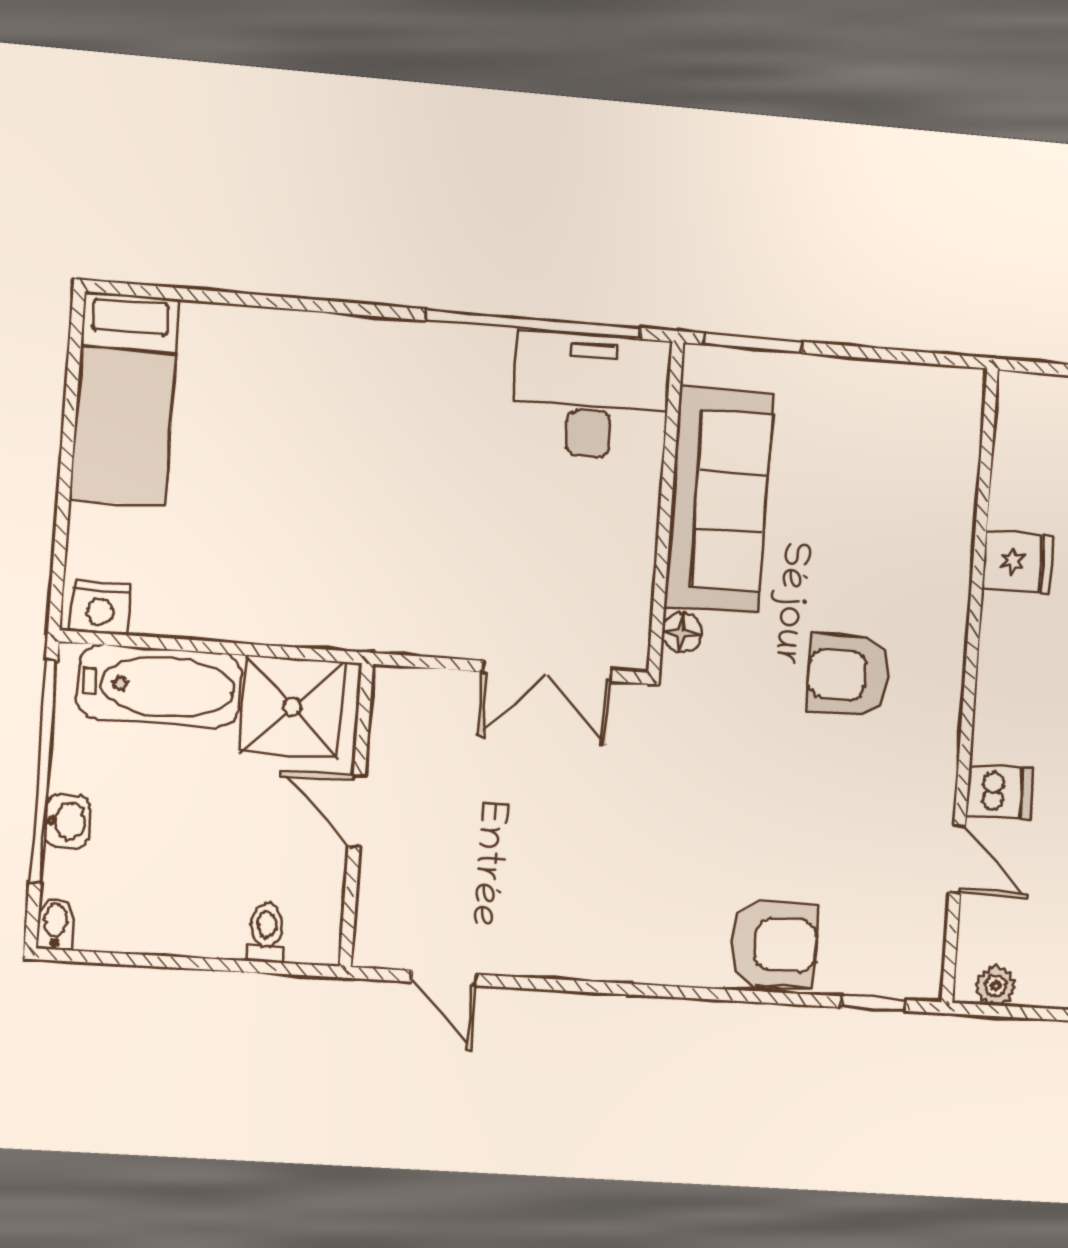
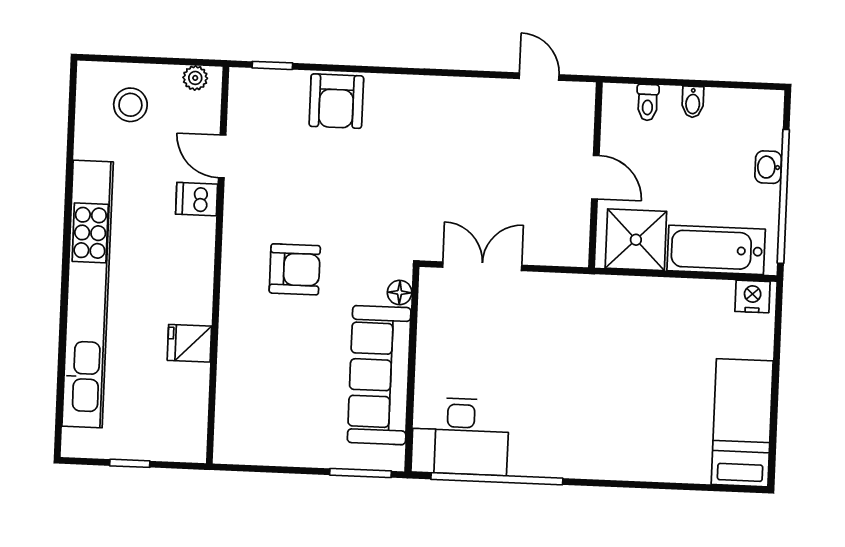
bidet: (55, 924) -> (693, 102), moved
armchair: (773, 944) -> (336, 101), turned -90

